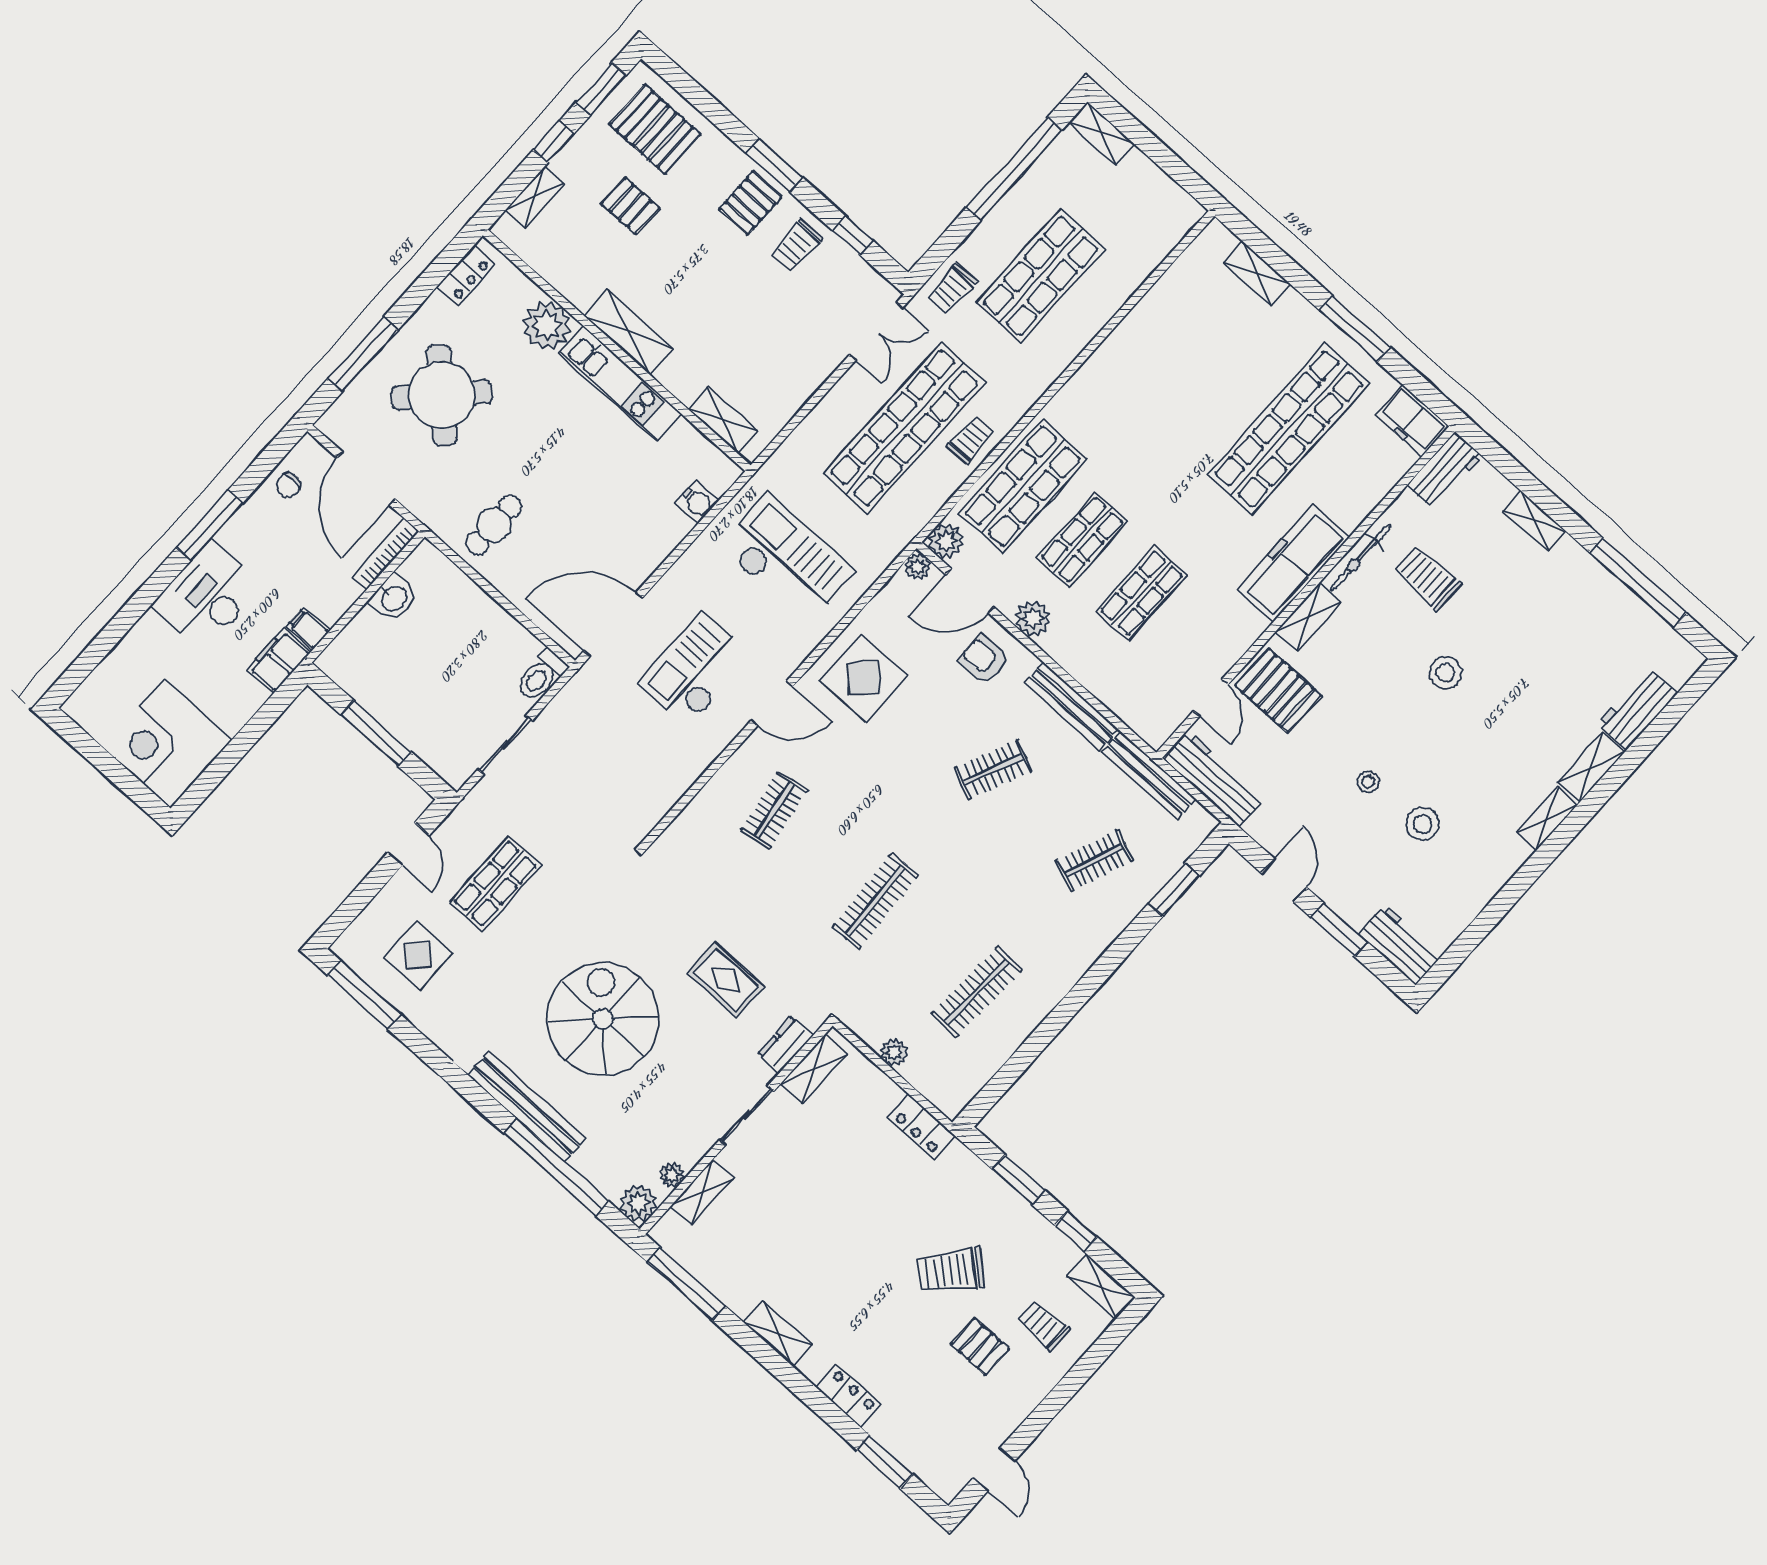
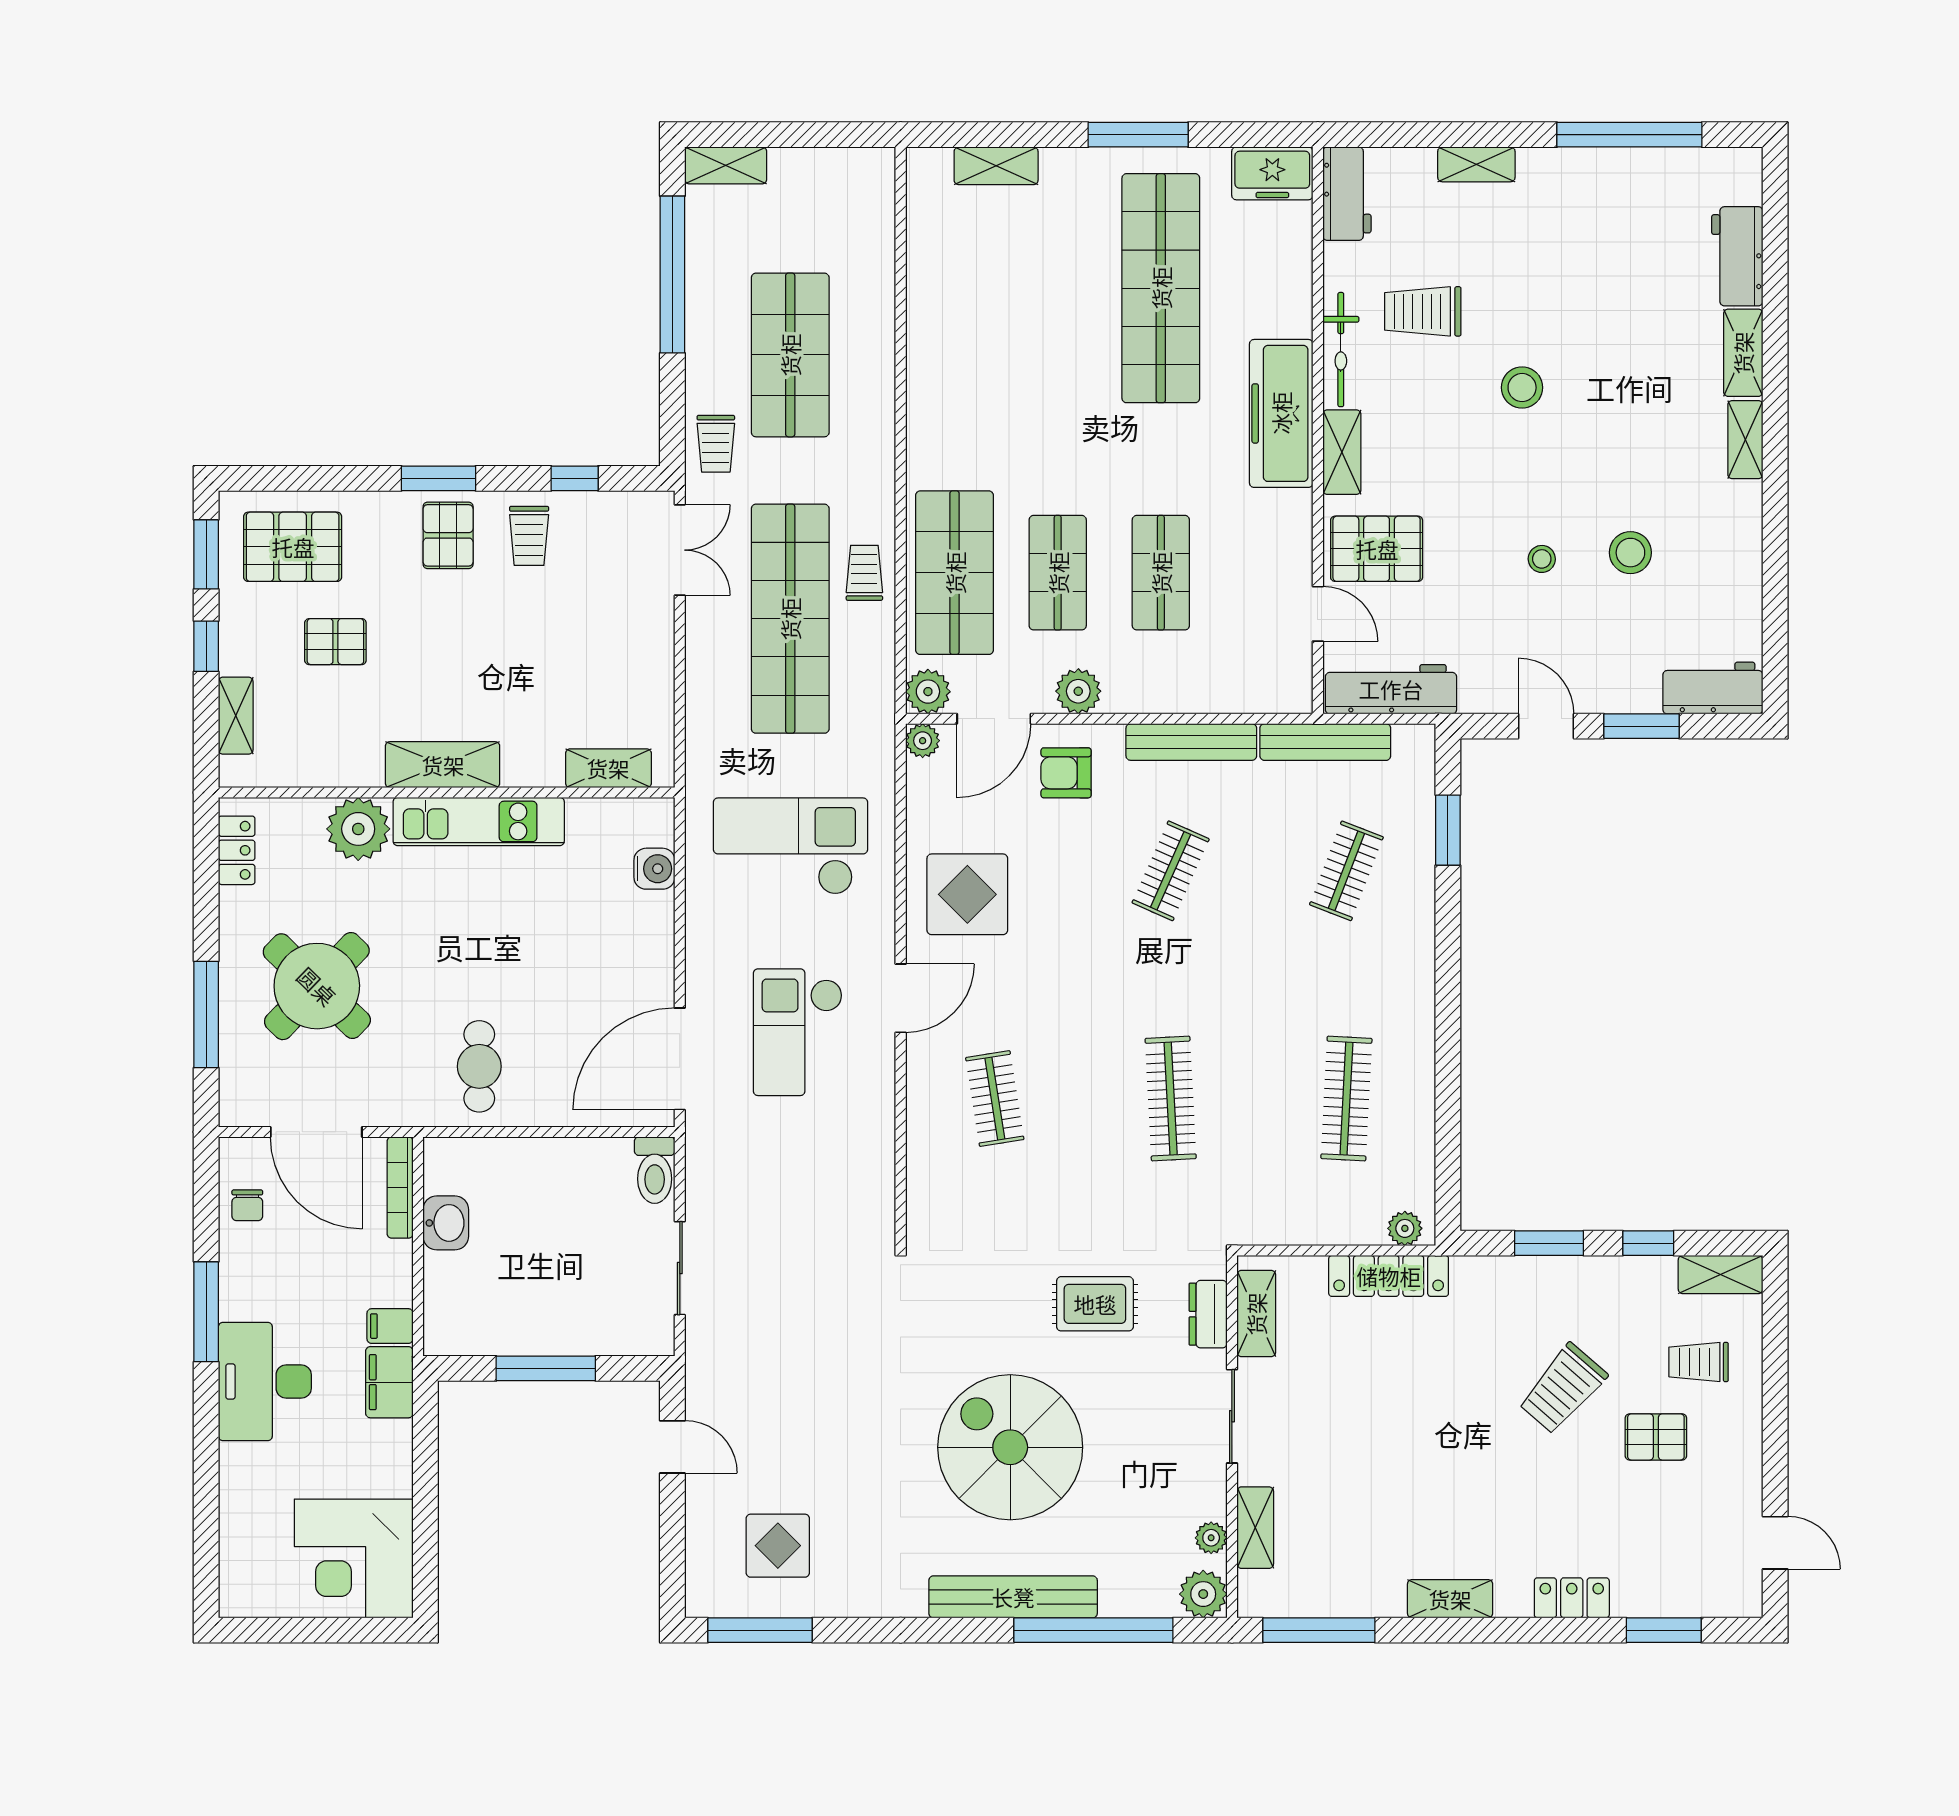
shop shelf: (495, 884) -> (790, 1410), removed
plant: (894, 1053) -> (1405, 1228), moved
locker: (922, 1127) -> (1389, 1276), width x1.53

